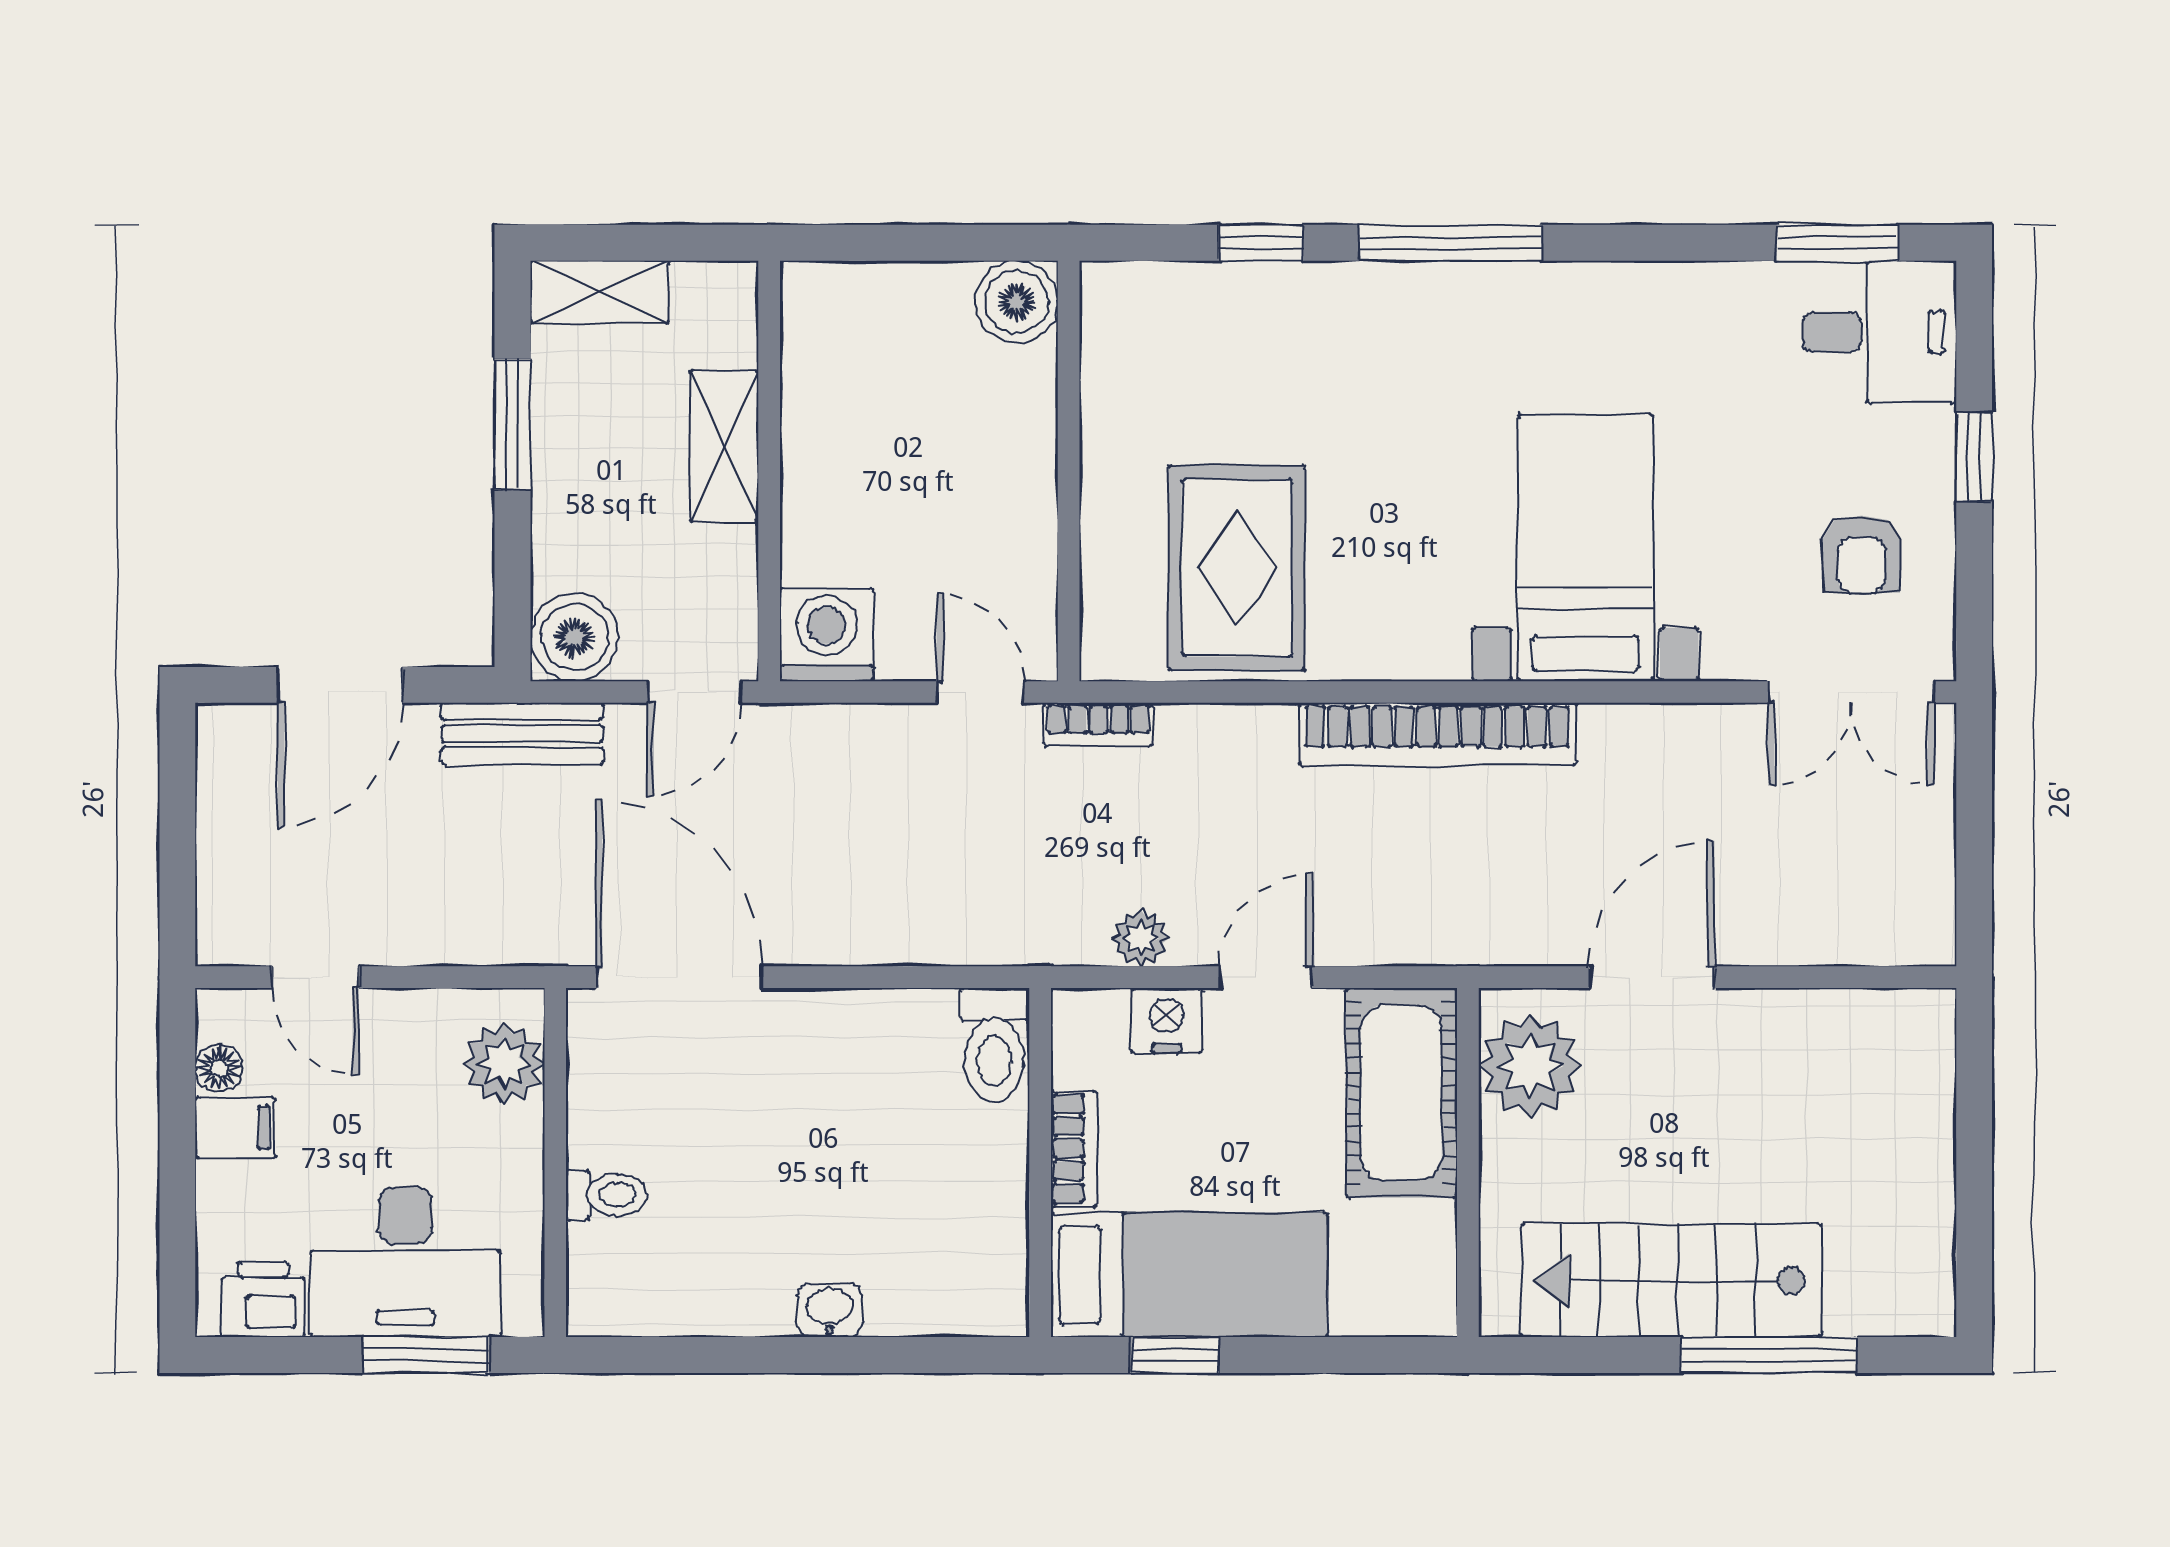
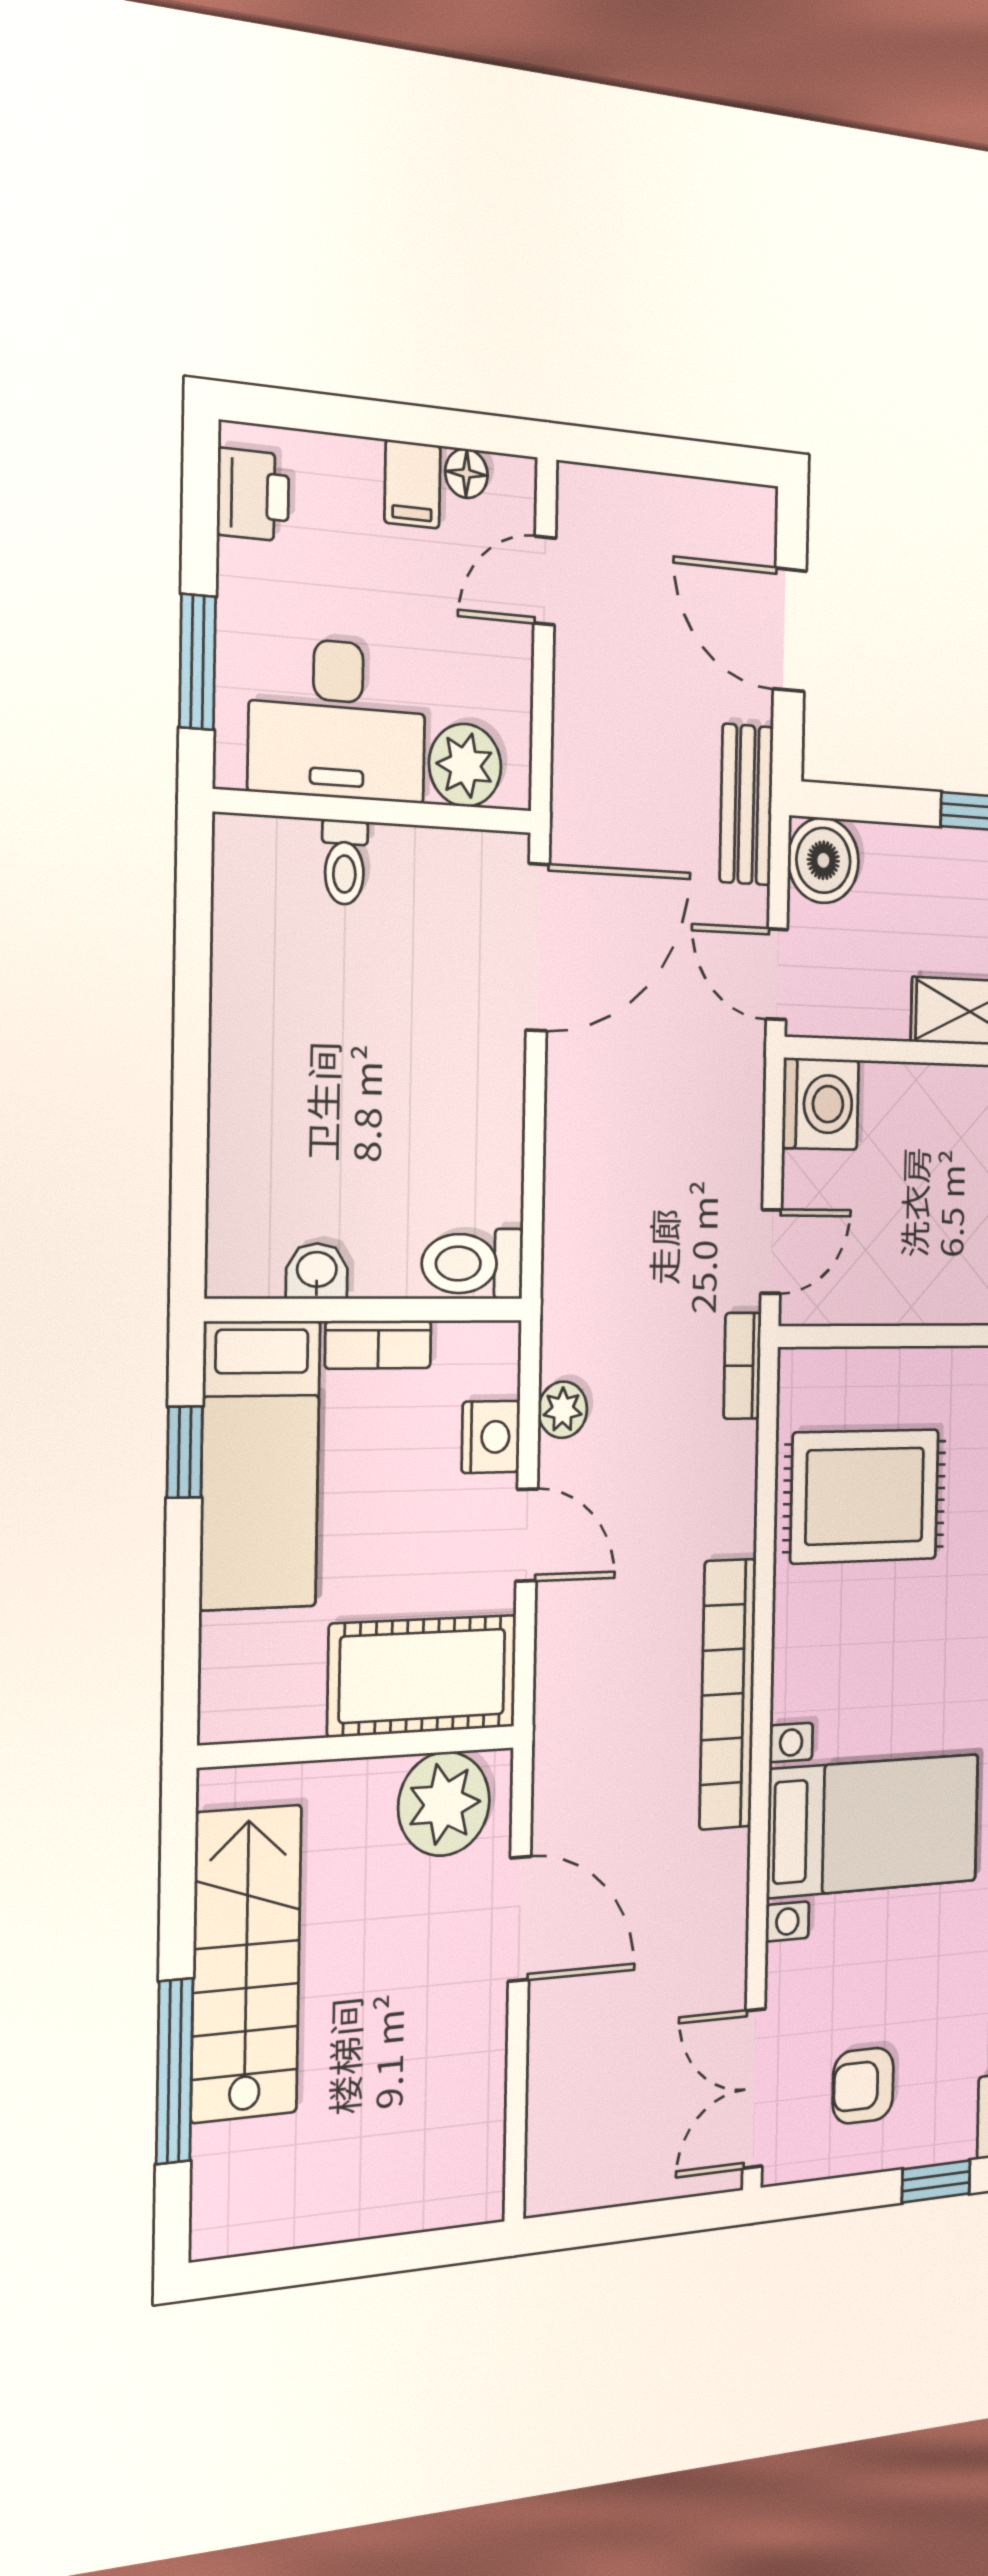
desk: (405, 1262) -> (338, 720), moved, turned -90
washbasin: (829, 1310) -> (317, 1271), moved, turned -90

